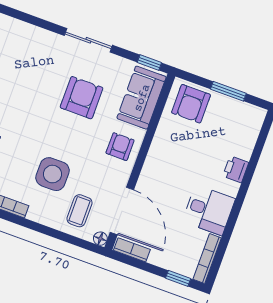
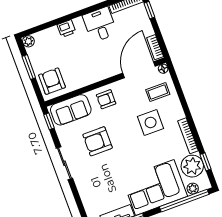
armchair: (191, 104) -> (52, 81), turned -90
plant: (257, 115) -> (28, 41), added

